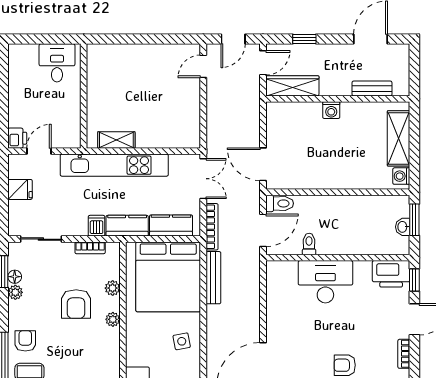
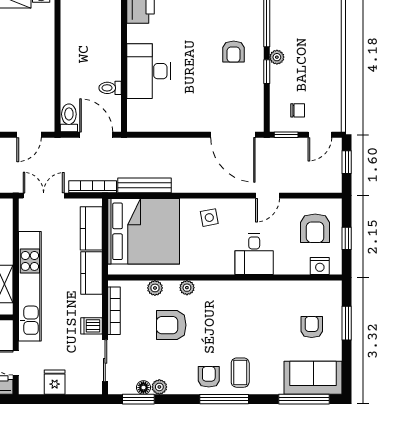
door: (263, 164) -> (29, 135), width x0.73
dishwasher: (97, 226) -> (92, 326), moved
bookcase: (90, 248) -> (114, 311), width x1.56
armchair: (76, 304) -> (171, 325), turned 180
armchair: (25, 341) -> (209, 377), turned 90

